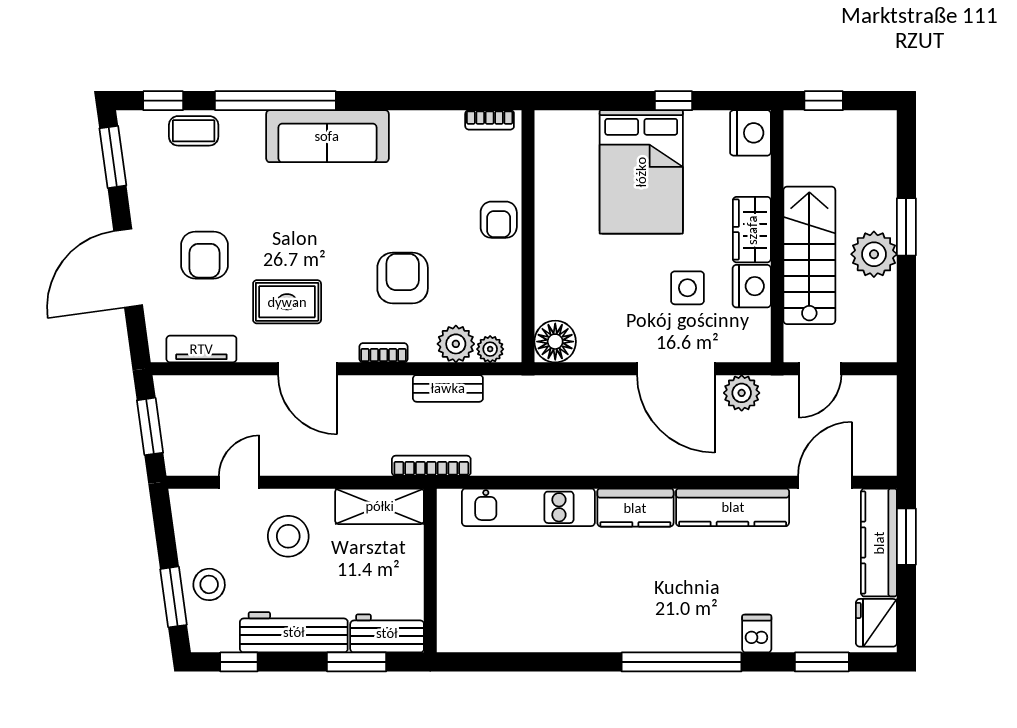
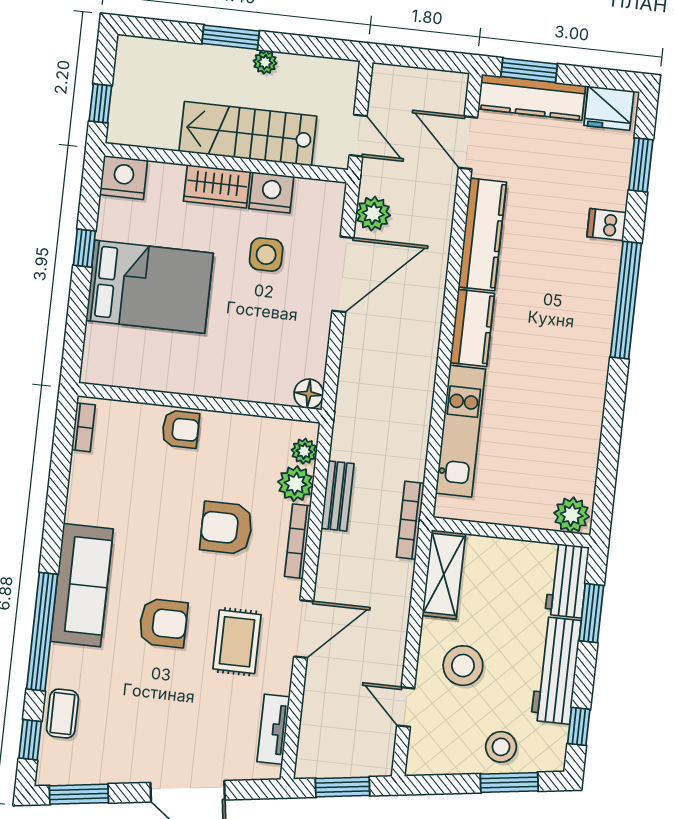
plant: (874, 254) -> (265, 62), width x0.53, depth x0.53
armchair: (204, 255) -> (163, 623), moved
floor lamp: (555, 342) -> (309, 394), width x0.73, depth x0.73
bookcase: (384, 353) -> (298, 541), width x1.56
plant: (455, 631) -> (572, 515), added

